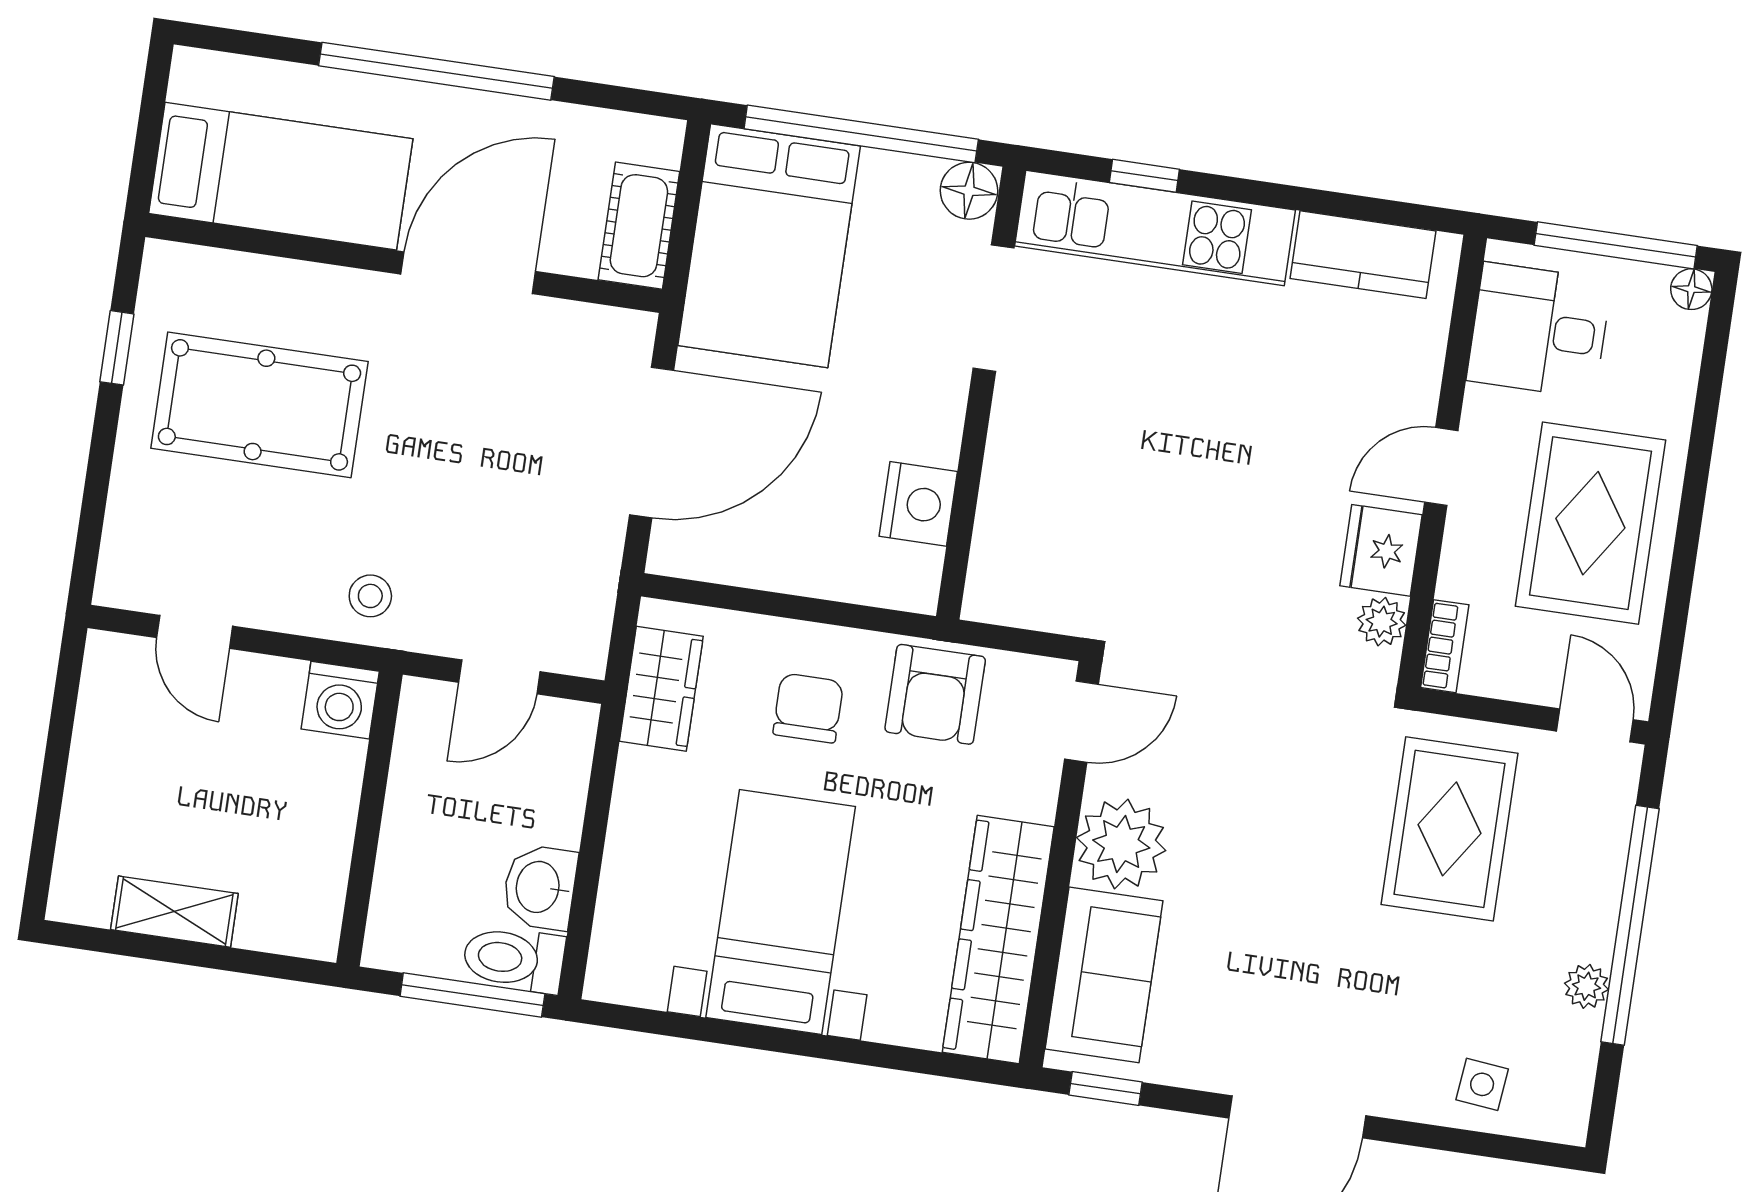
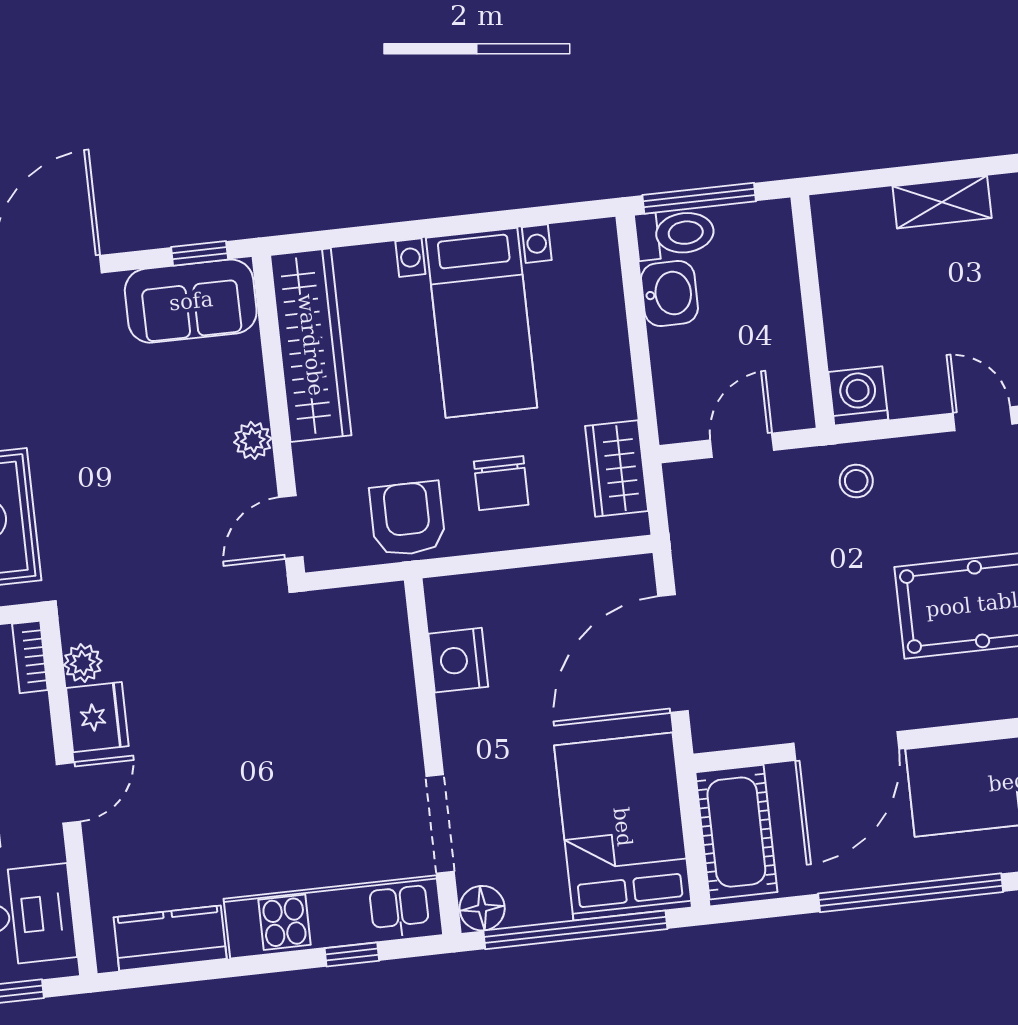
cot: (639, 226) -> (736, 832), width x1.37, depth x1.34
plant: (1121, 844) -> (253, 440), width x0.53, depth x0.53
sofa: (1104, 975) -> (191, 301), moved, turned -90

